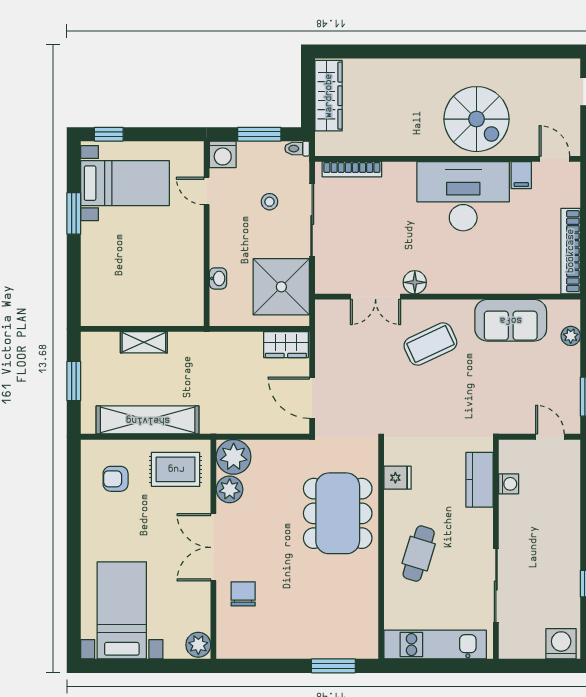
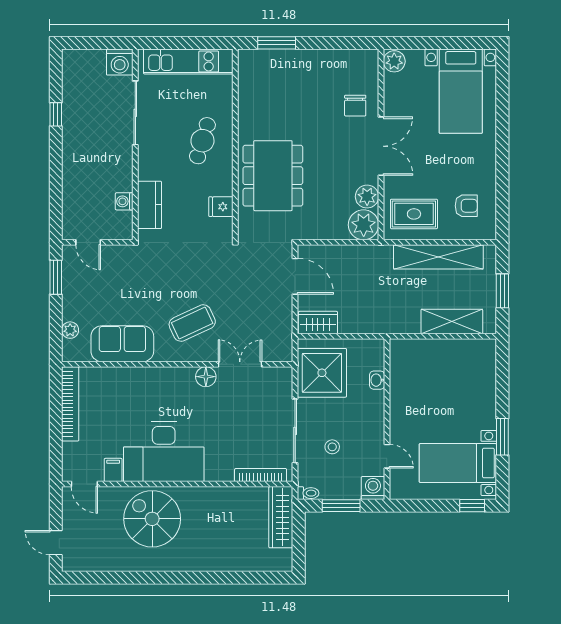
wardrobe: (329, 96) -> (281, 517), moved
shelving: (144, 342) -> (452, 322), width x1.50, depth x1.33
washing machine: (561, 644) -> (120, 62), moved

